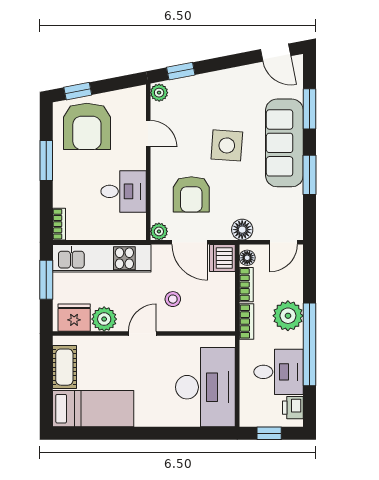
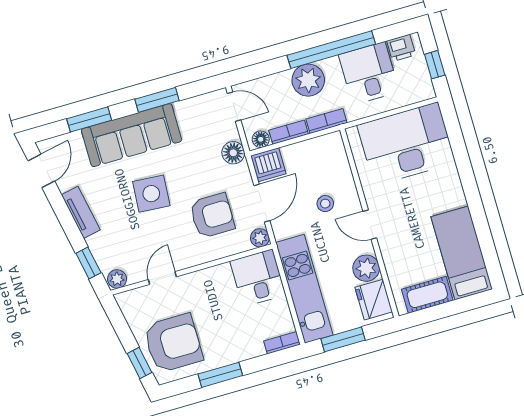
tv unit: (228, 77) -> (81, 212), added
desk: (124, 191) -> (258, 278), moved

